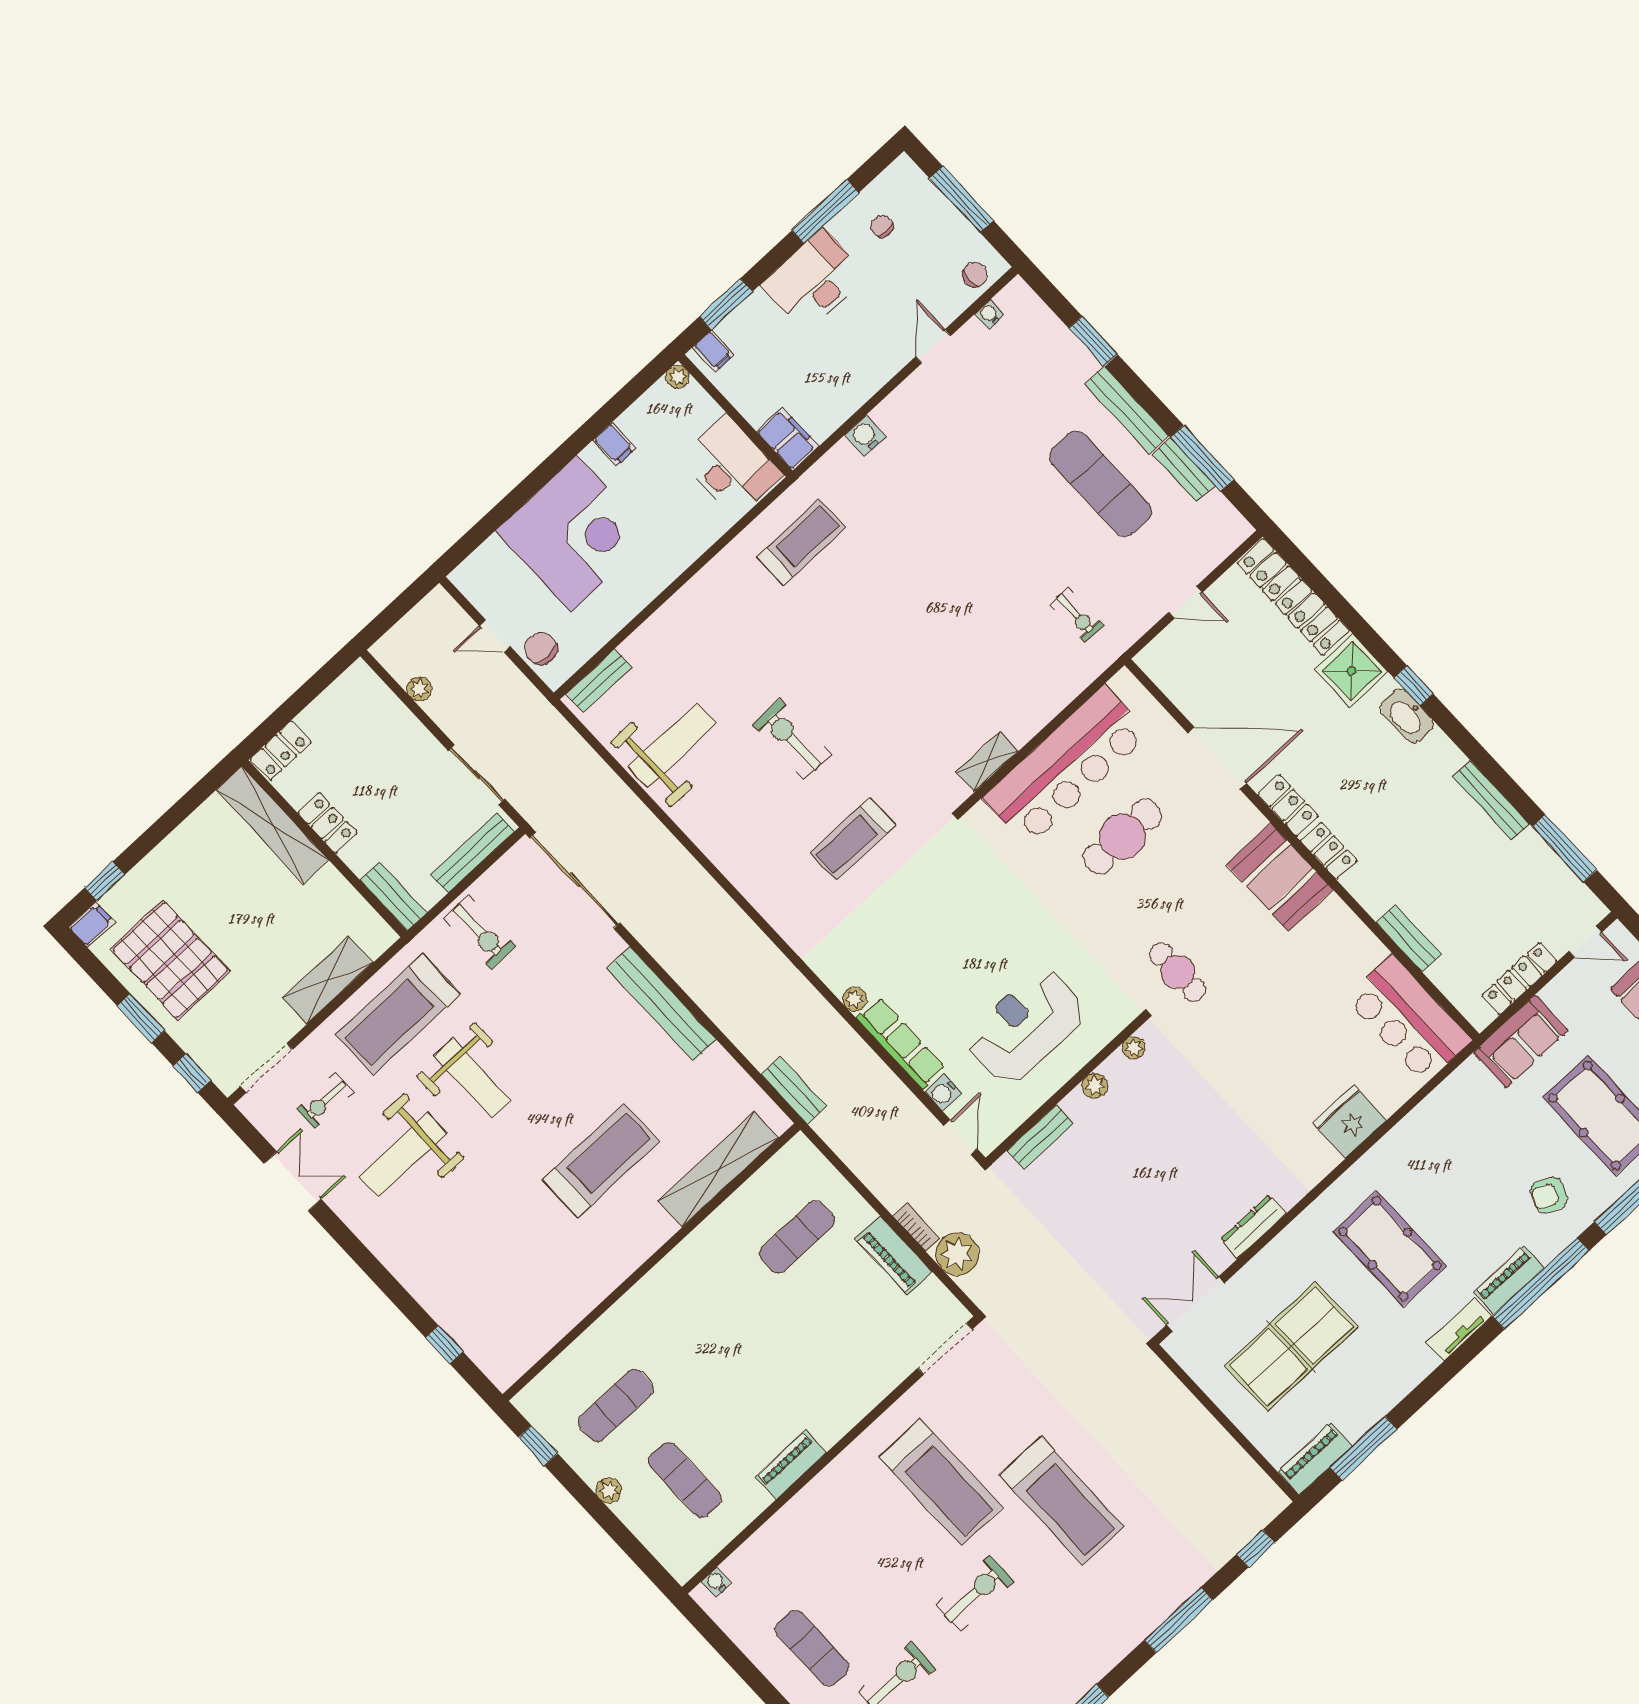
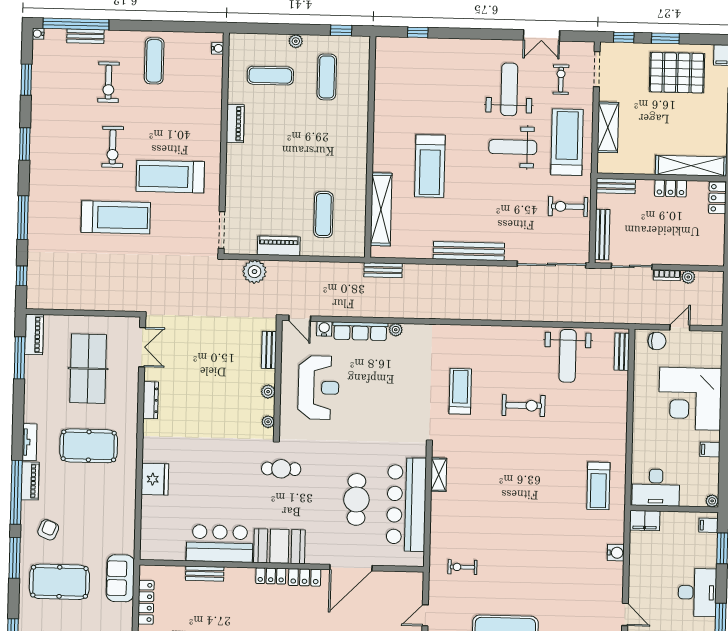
bar counter: (1408, 1019) -> (220, 543), moved
bookcase: (916, 1227) -> (667, 275), moved
treadmill: (1062, 1501) -> (116, 217), turned 180
exercise mat: (812, 1648) -> (154, 61), turned 90

